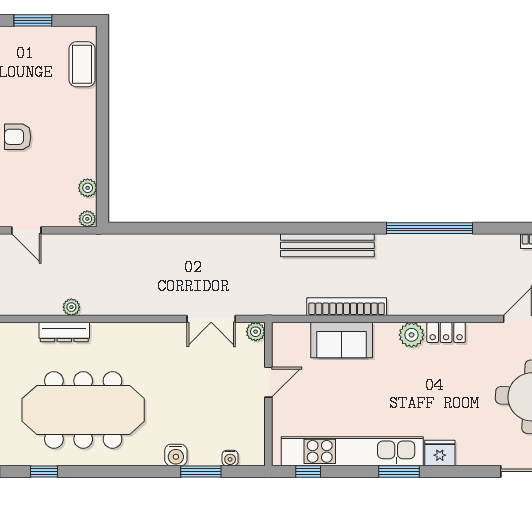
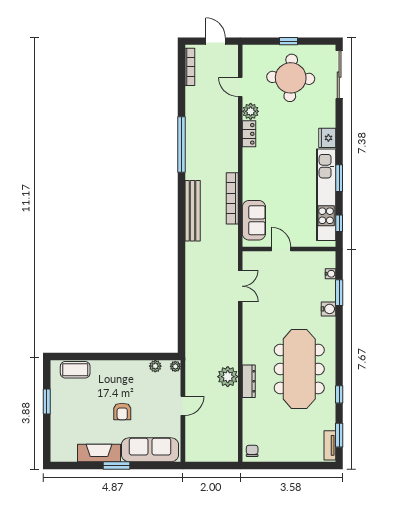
plant: (71, 307) -> (228, 377), width x1.88, depth x1.88
plant: (256, 332) -> (248, 257), removed
plant: (412, 335) -> (251, 111), moved
sofa: (342, 340) -> (254, 220), moved
window: (399, 472) -> (339, 178), moved

